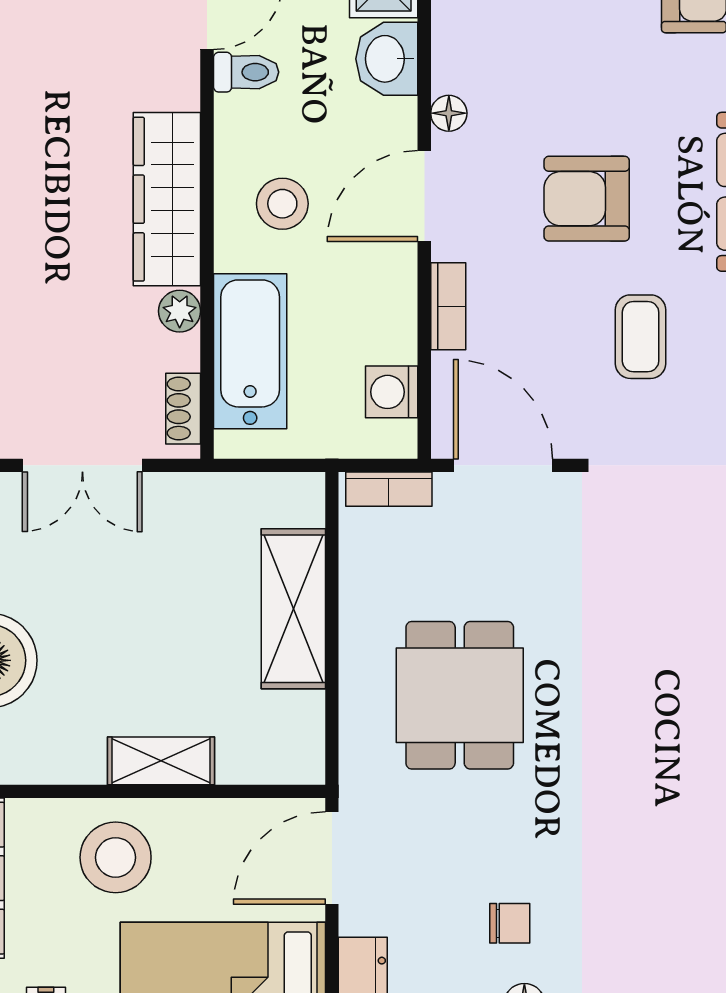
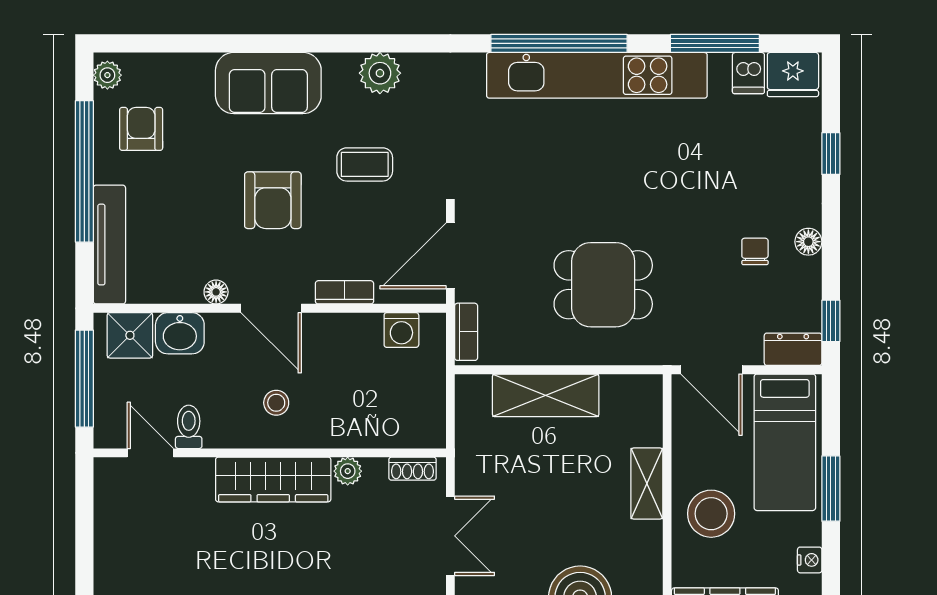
stool: (282, 204) -> (276, 403), width x0.73, depth x0.73
bathtub: (250, 351) -> (374, 424), removed

